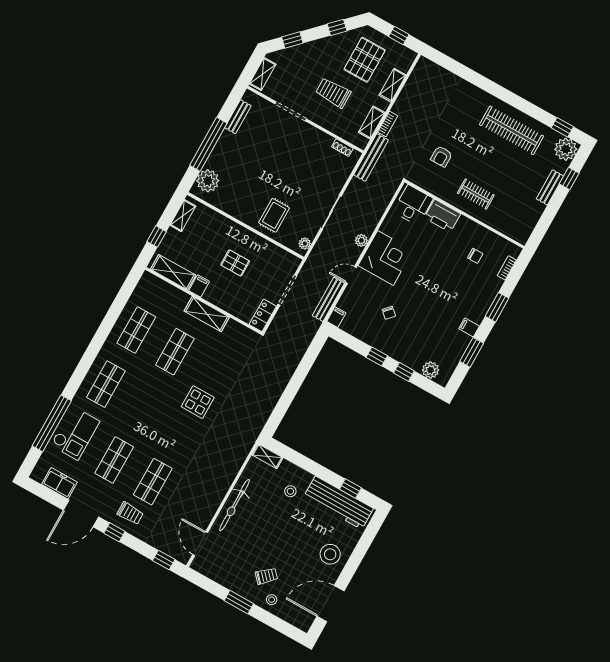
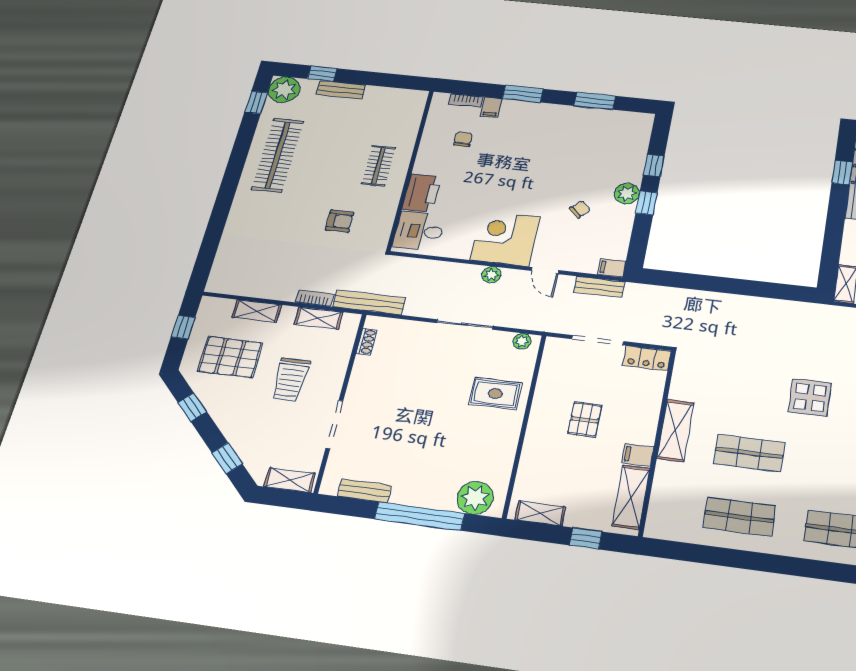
bench: (328, 299) -> (599, 287), width x0.73
filing cabinet: (469, 327) -> (491, 107), moved
plant: (431, 370) -> (627, 194), moved

